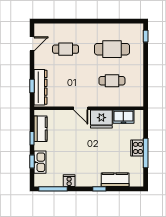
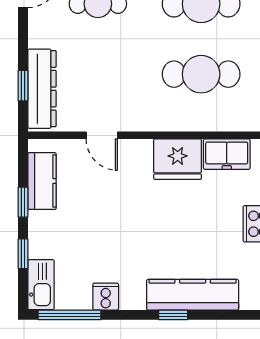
cafe table: (112, 81) -> (201, 74), width x1.37, depth x1.35
door: (81, 108) -> (102, 135), moved
kitchen sink: (40, 162) -> (41, 285), moved
kitchen counter: (115, 180) -> (193, 295), width x1.50

